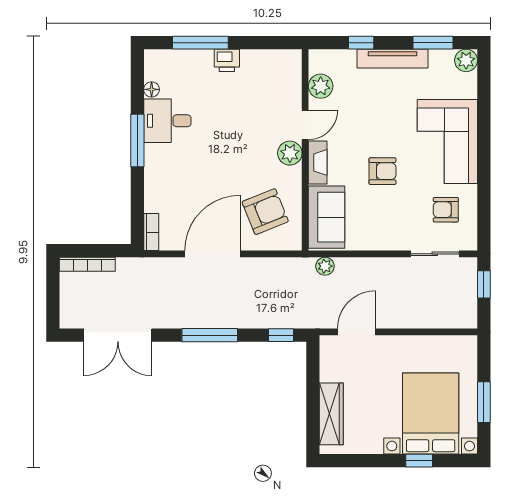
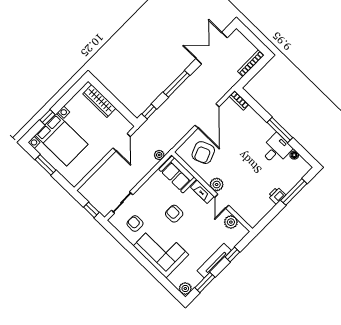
armchair: (382, 171) -> (174, 214), turned 90
armchair: (446, 210) -> (135, 224), turned -90

